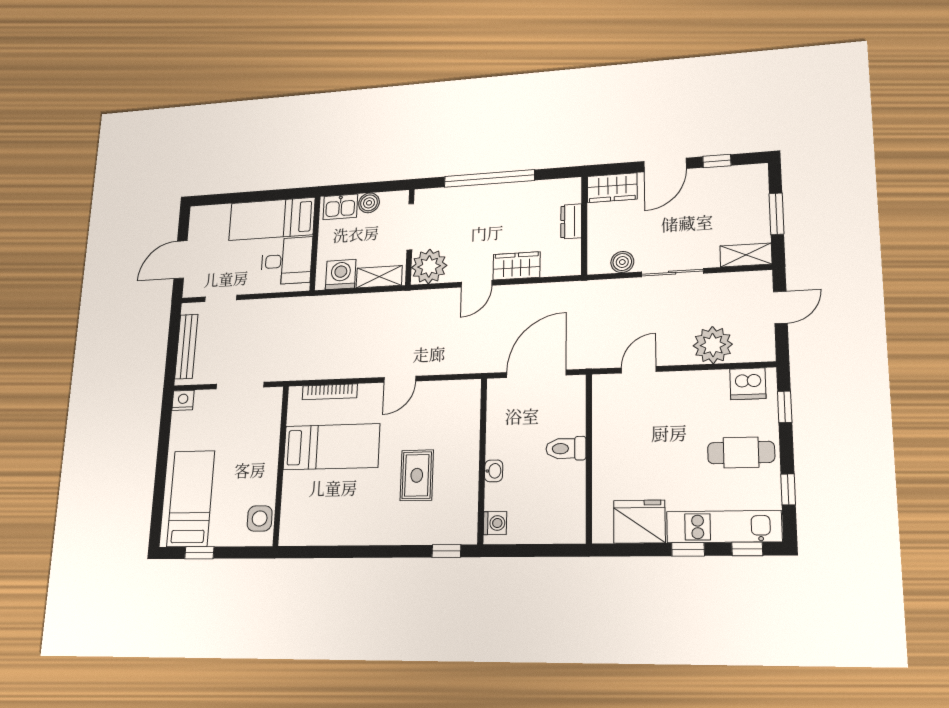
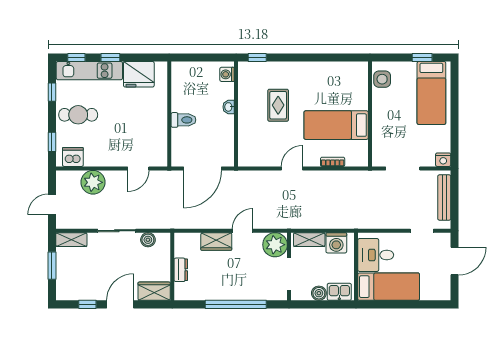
bookcase: (330, 392) -> (333, 162), width x0.64

